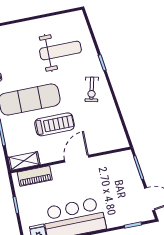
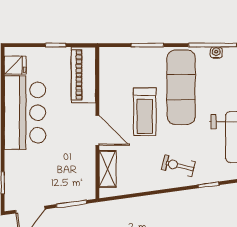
shelving: (24, 161) -> (108, 169), moved
piano: (35, 176) -> (83, 75), width x1.37, depth x1.33

